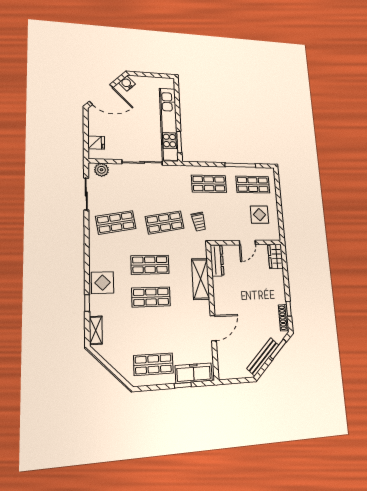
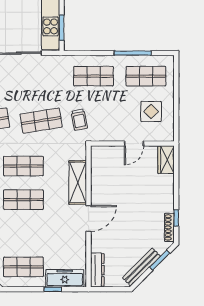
dresser: (217, 260) -> (97, 270), moved
door: (213, 328) -> (89, 218), moved

